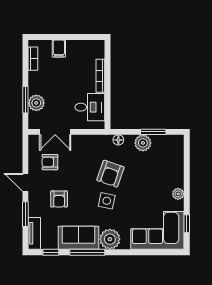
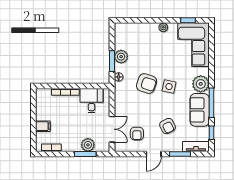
window: (153, 132) -> (112, 61), moved
armchair: (59, 199) -> (168, 126), turned 63

